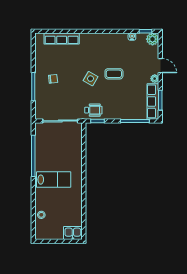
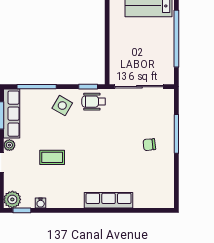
row of seats: (62, 39) -> (109, 200), moved
coffee table: (114, 74) -> (52, 157), moved
side table: (91, 79) -> (62, 106), moved

